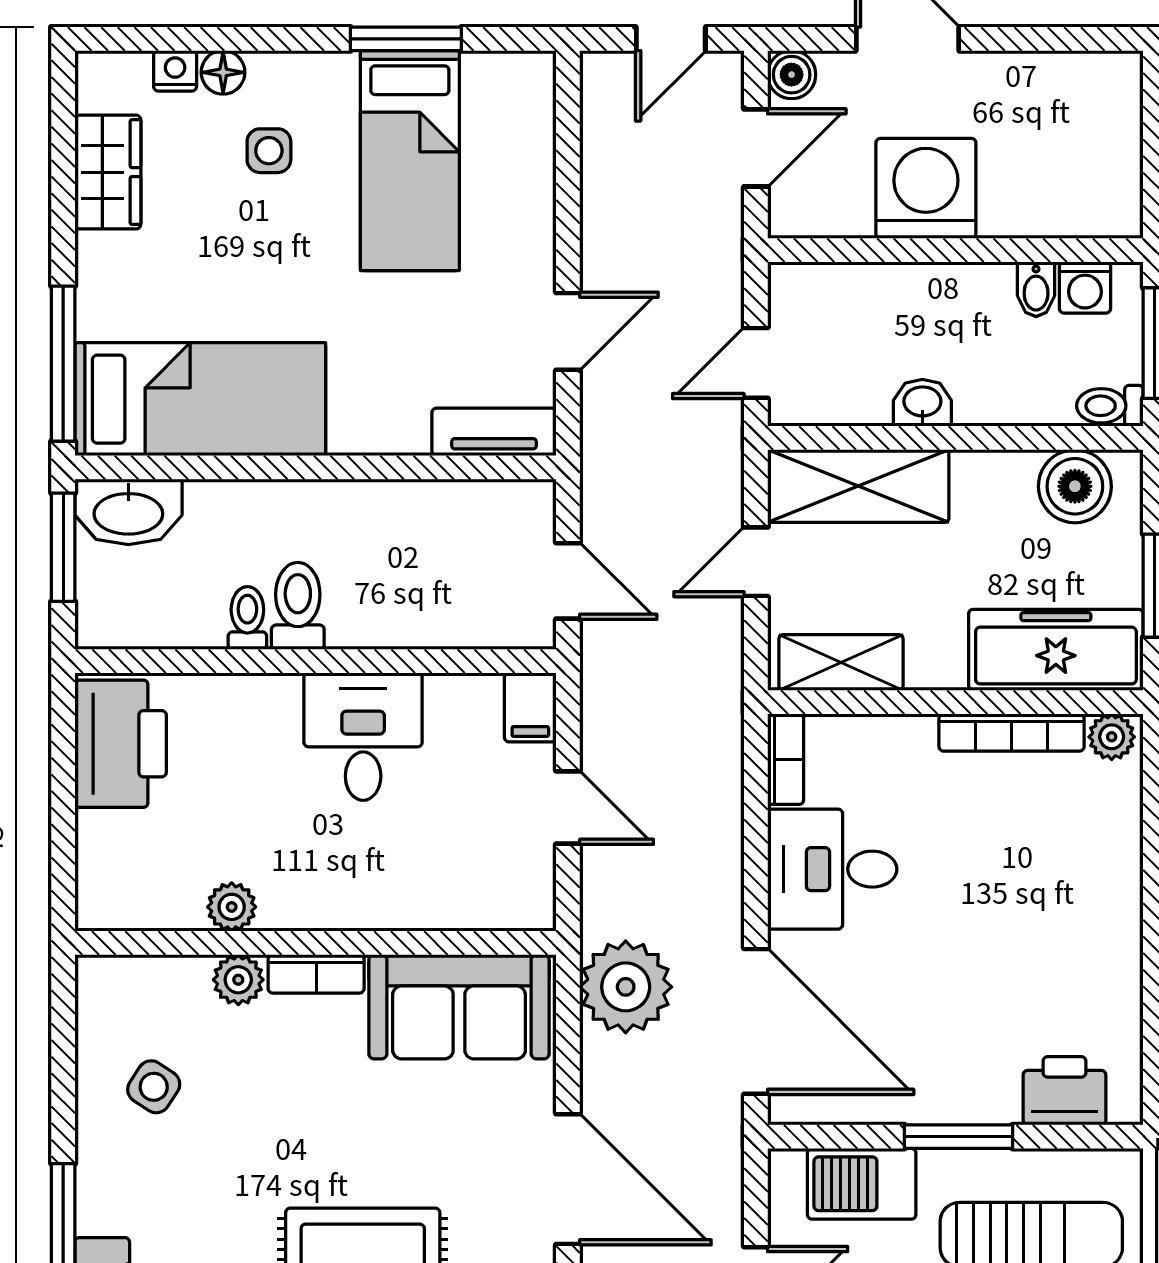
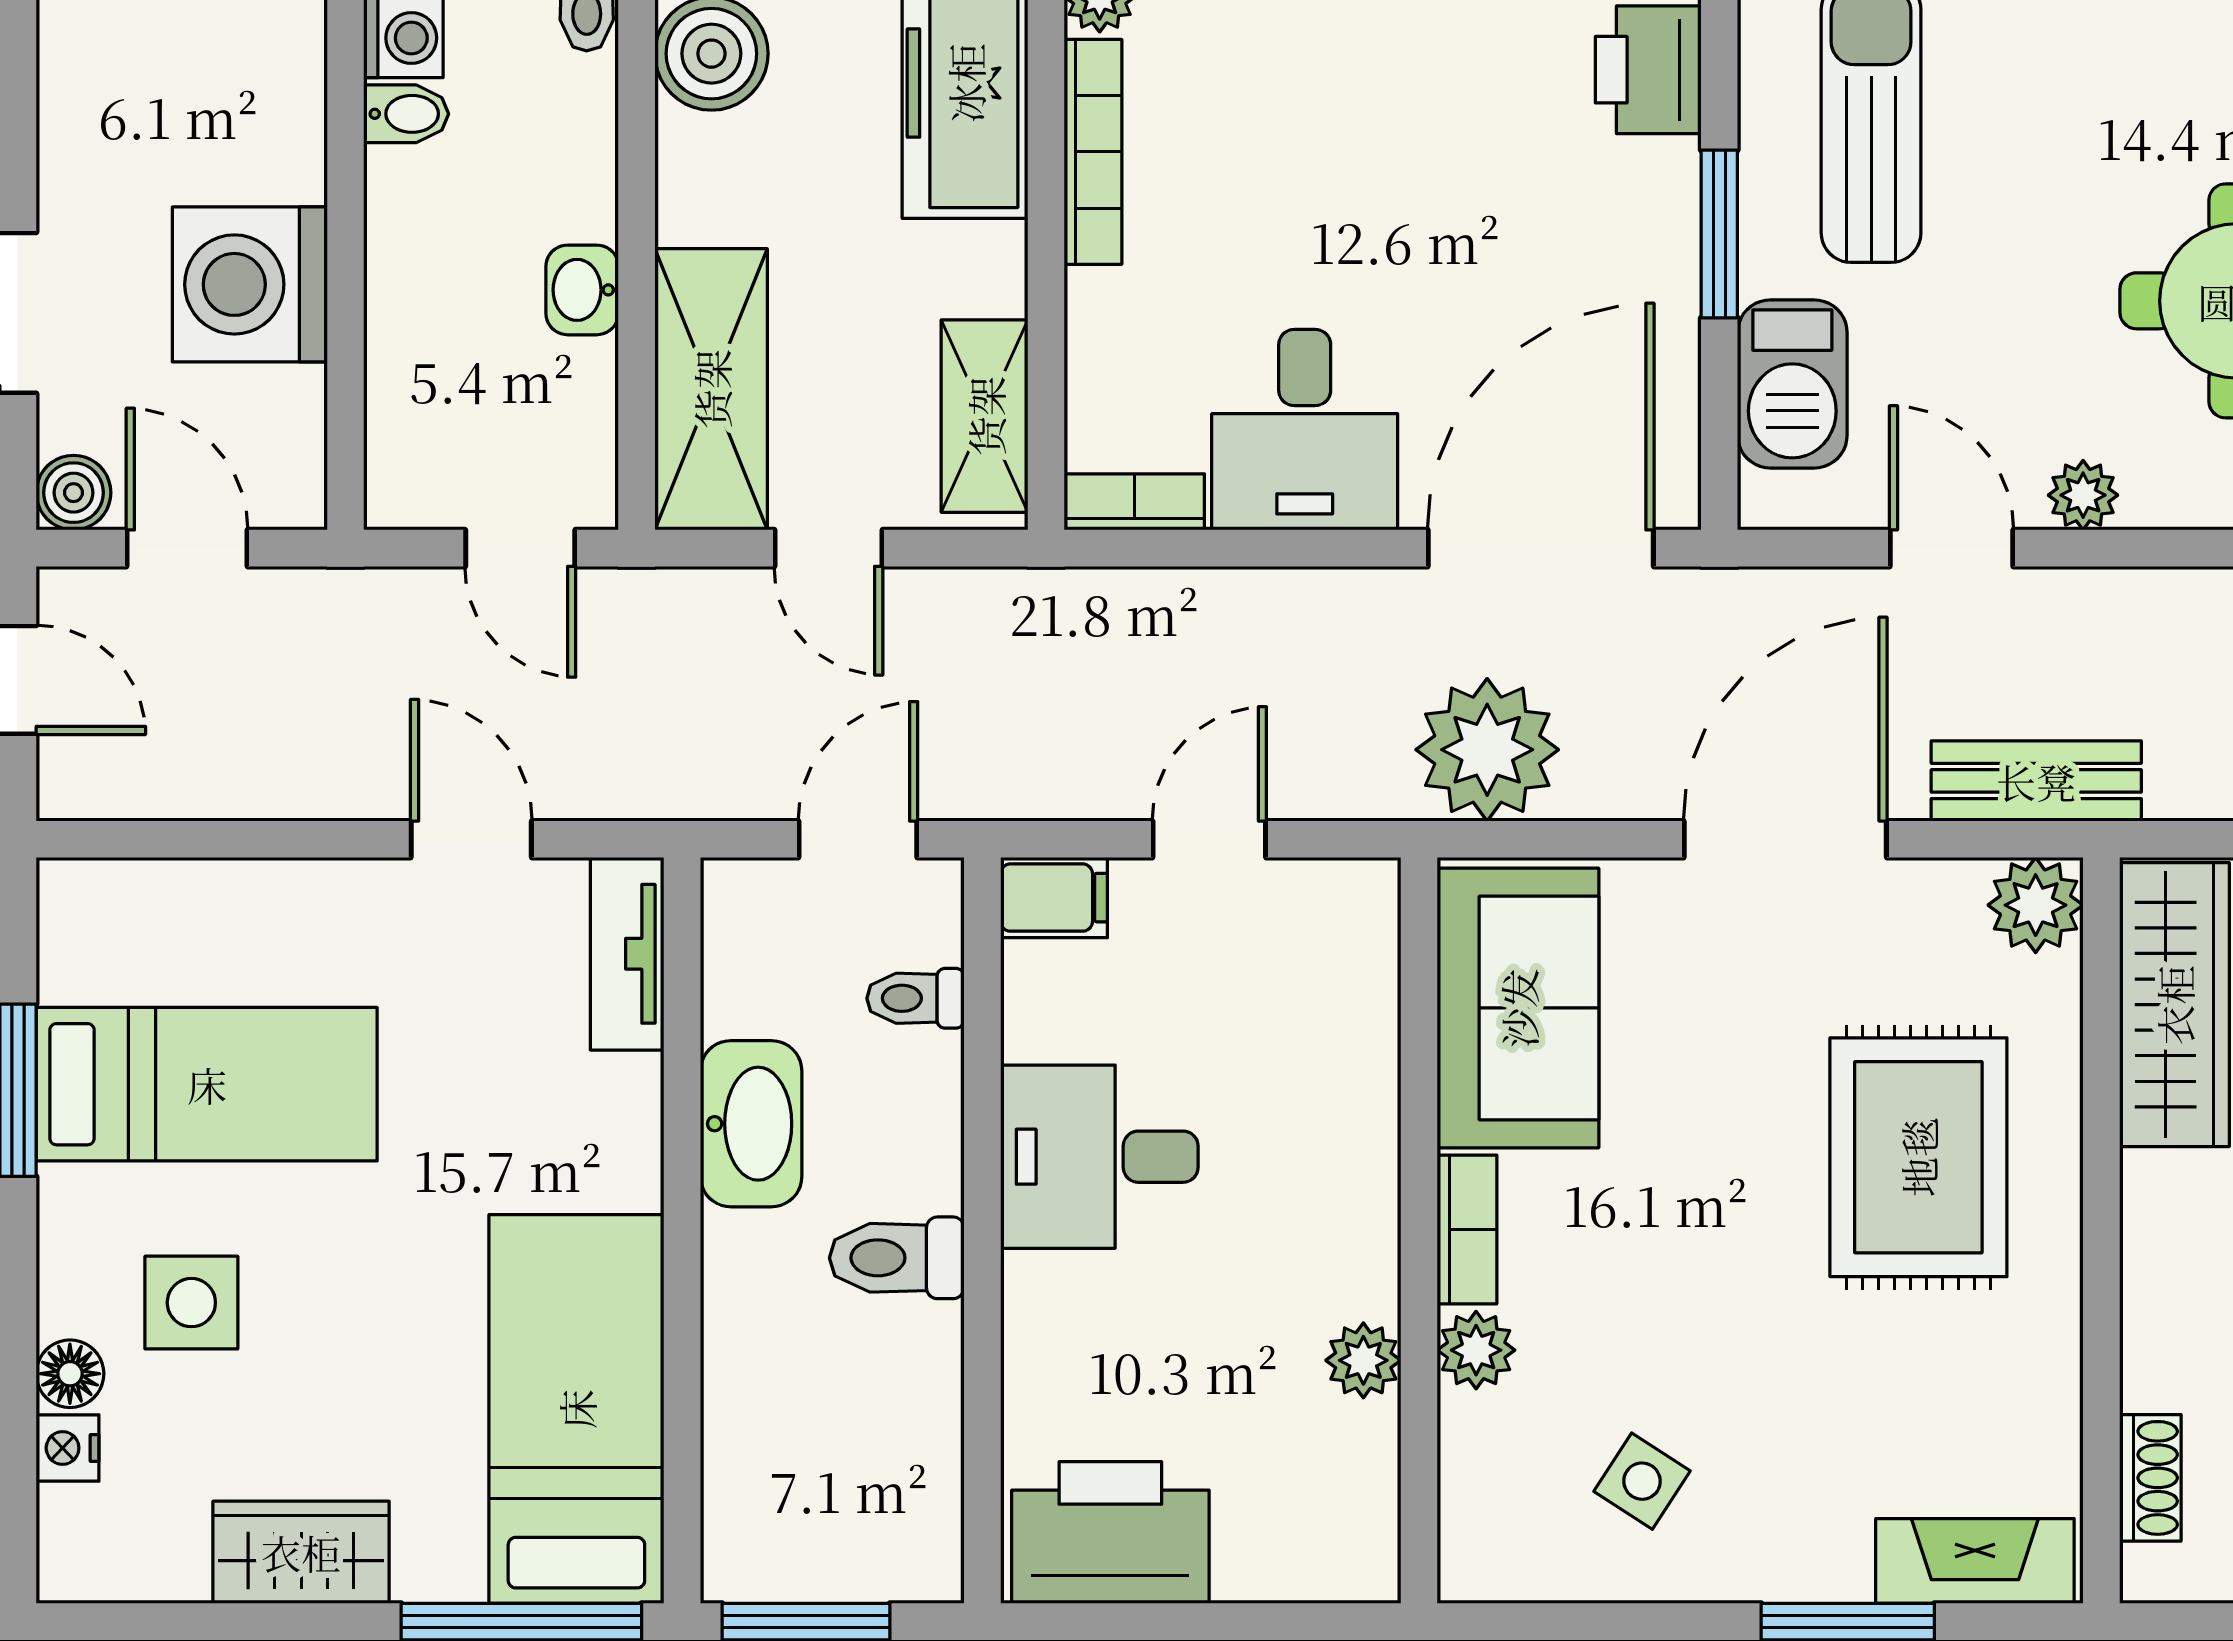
side table: (269, 151) -> (191, 1303), width x1.37, depth x1.37
wardrobe: (108, 172) -> (301, 1552), moved
washbasin: (128, 512) -> (751, 1124), moved
toilet: (247, 618) -> (915, 998), moved

